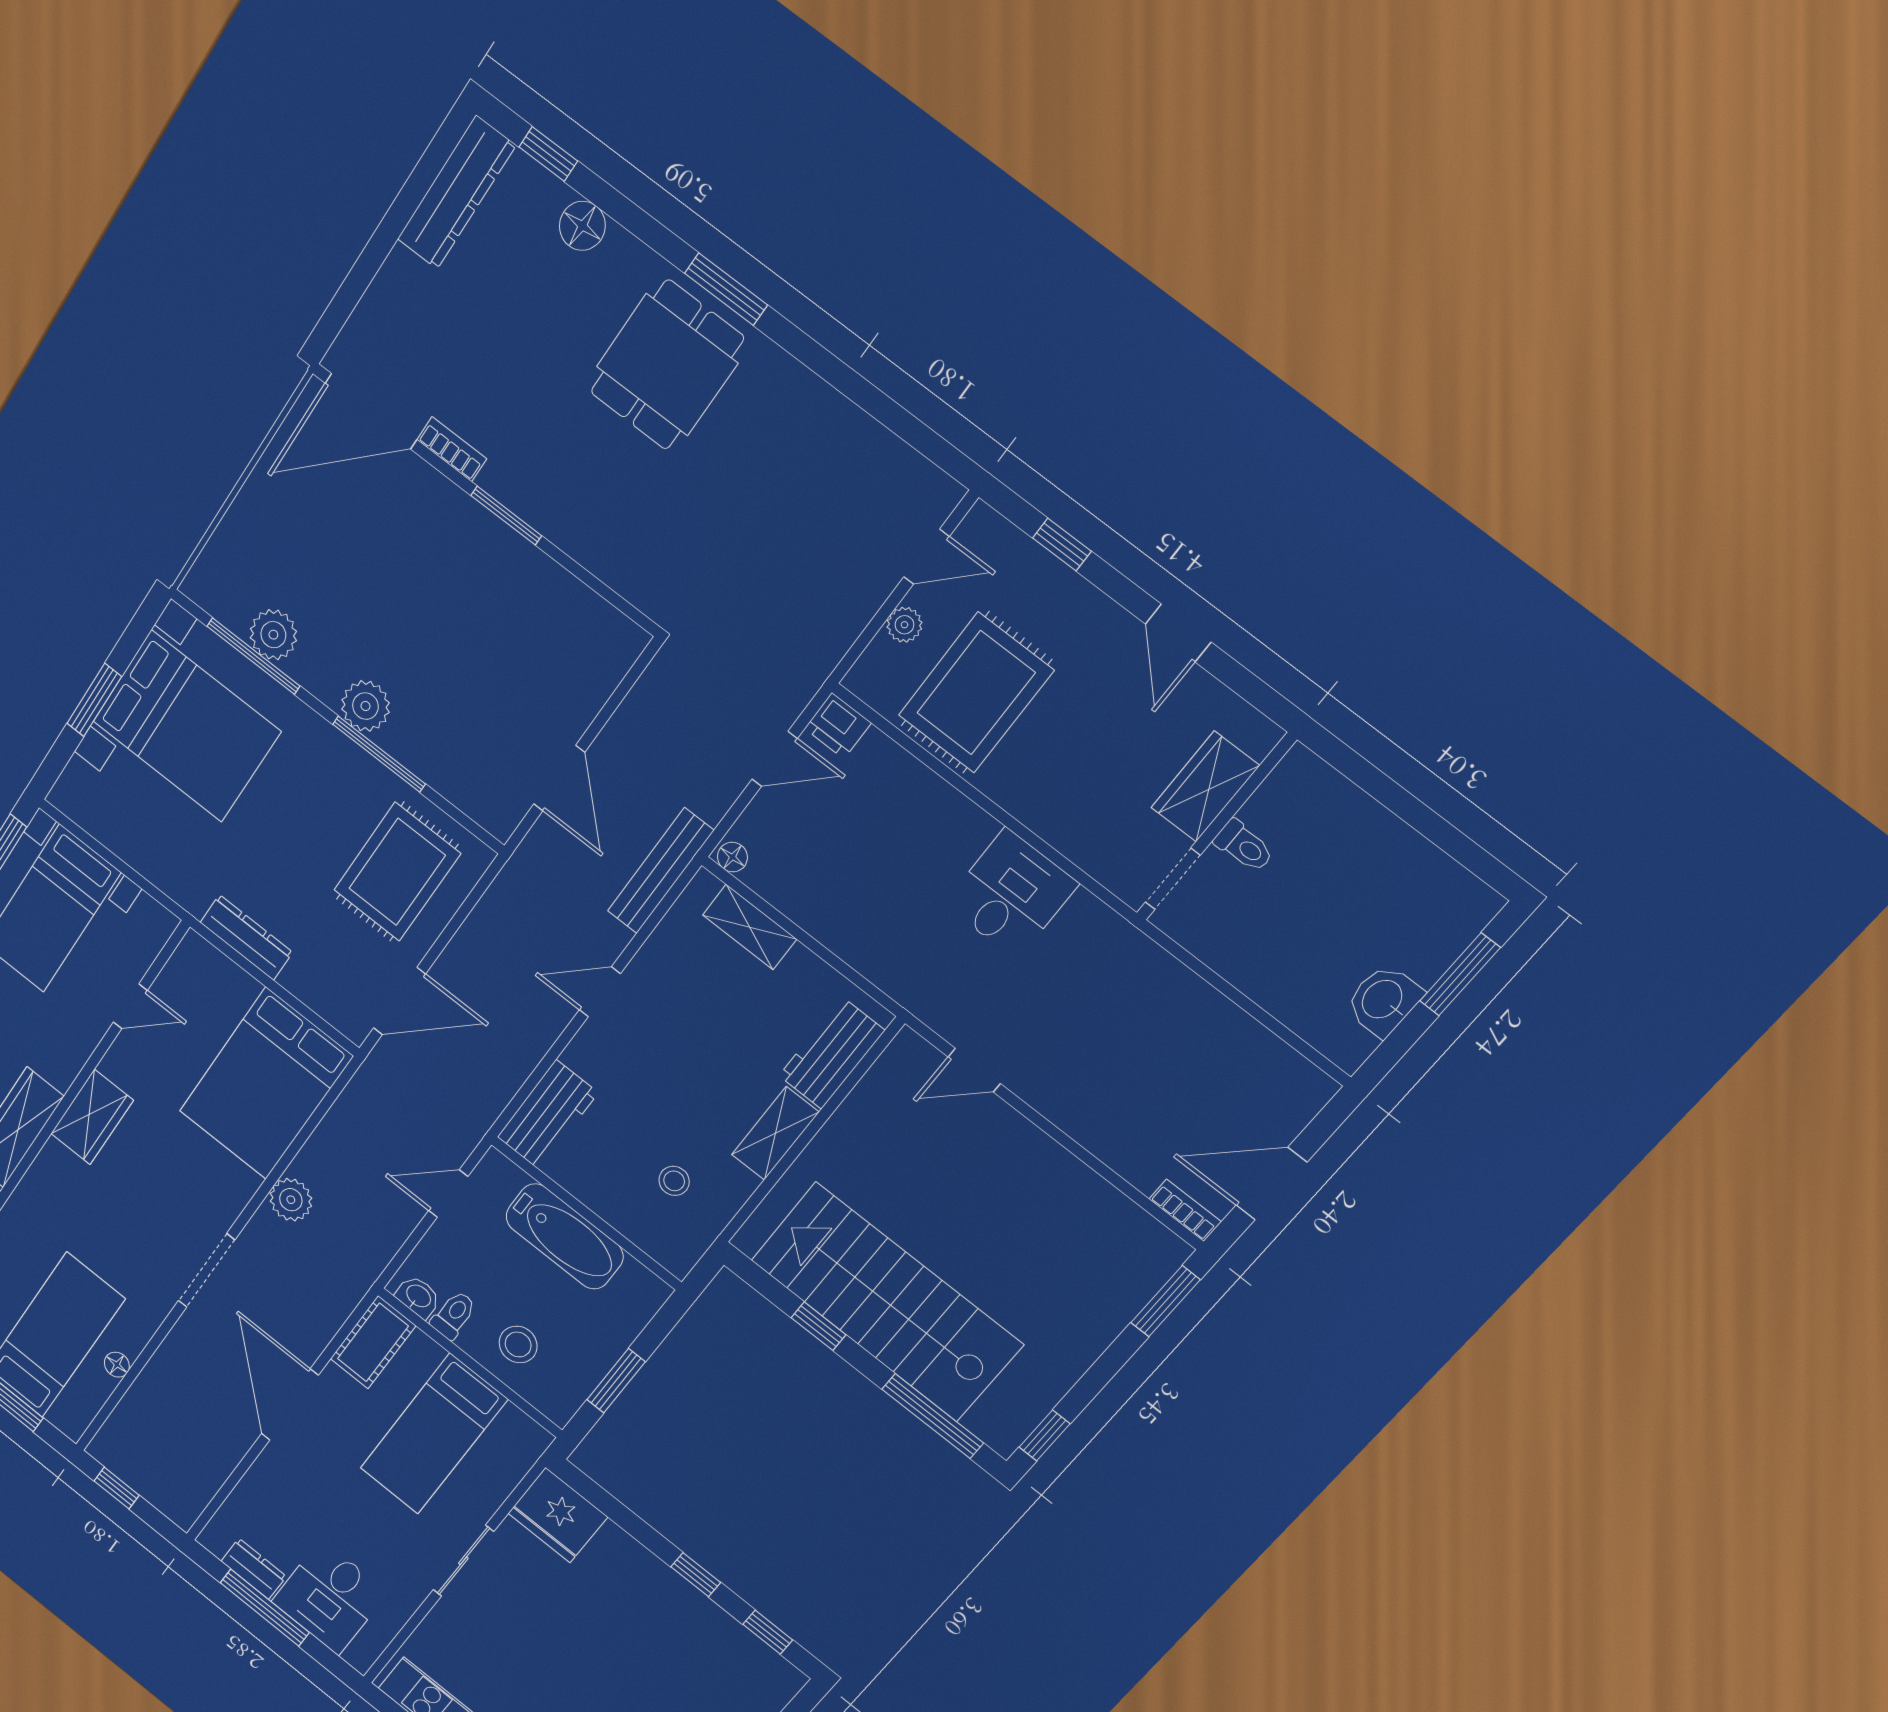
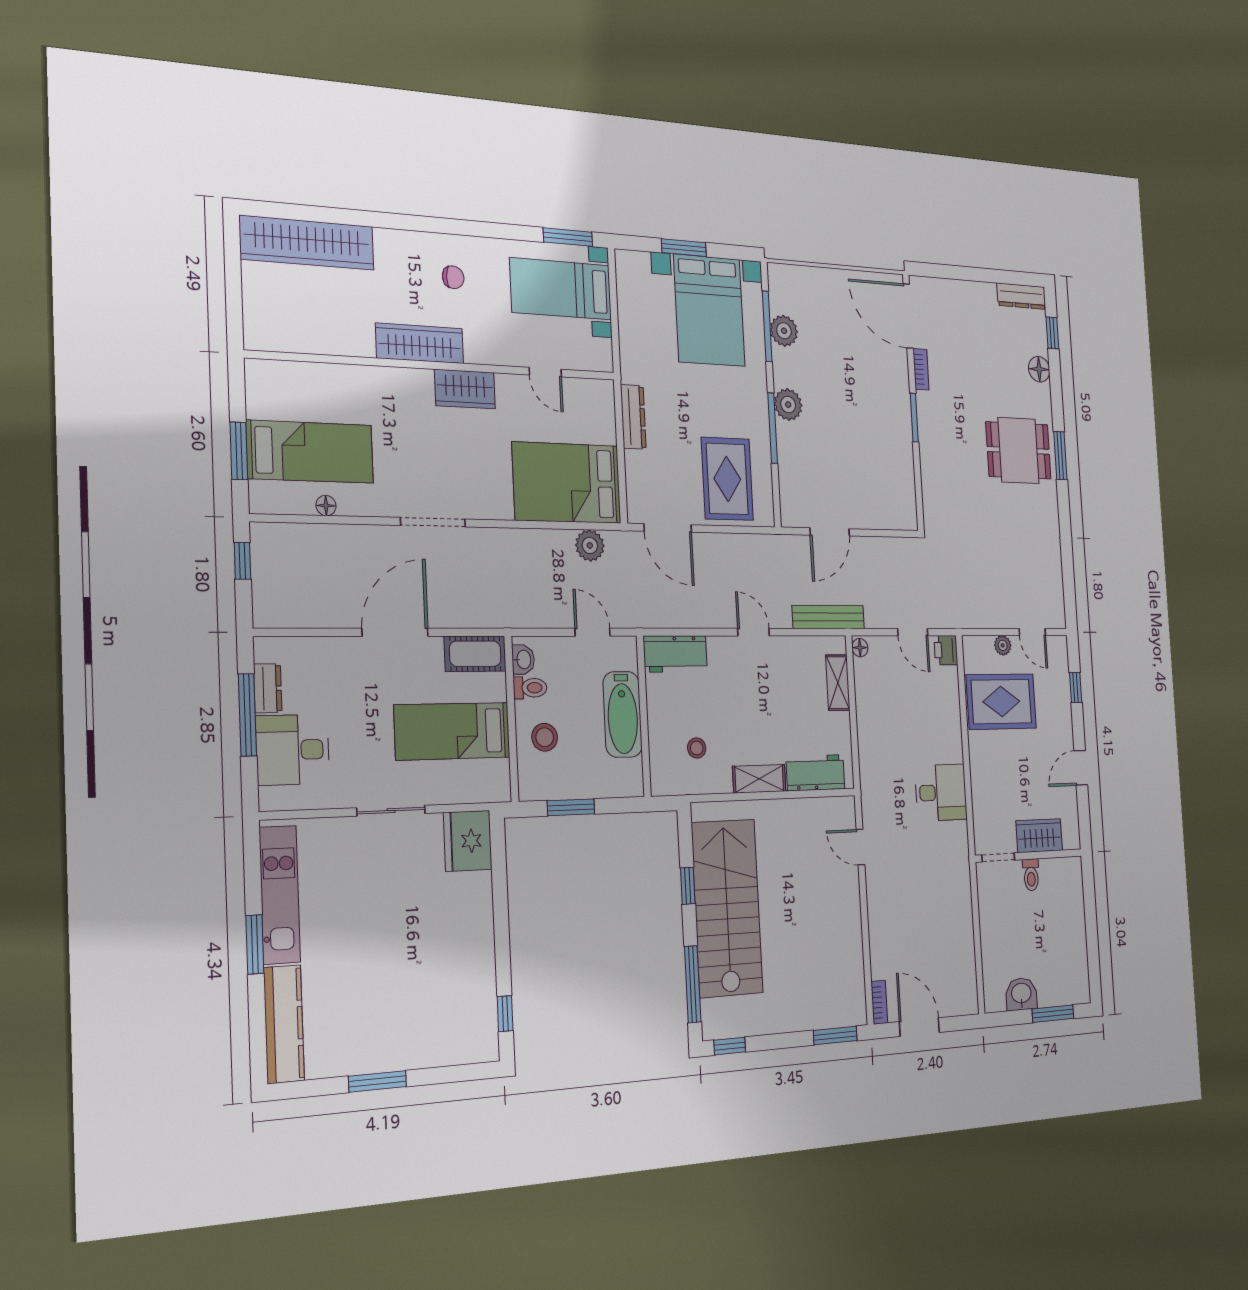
dresser: (456, 193) -> (1021, 296), width x0.73, depth x0.80
rug: (397, 872) -> (727, 479), turned 90
plant: (291, 1200) -> (590, 545), moved
window: (696, 1575) -> (502, 946), removed

